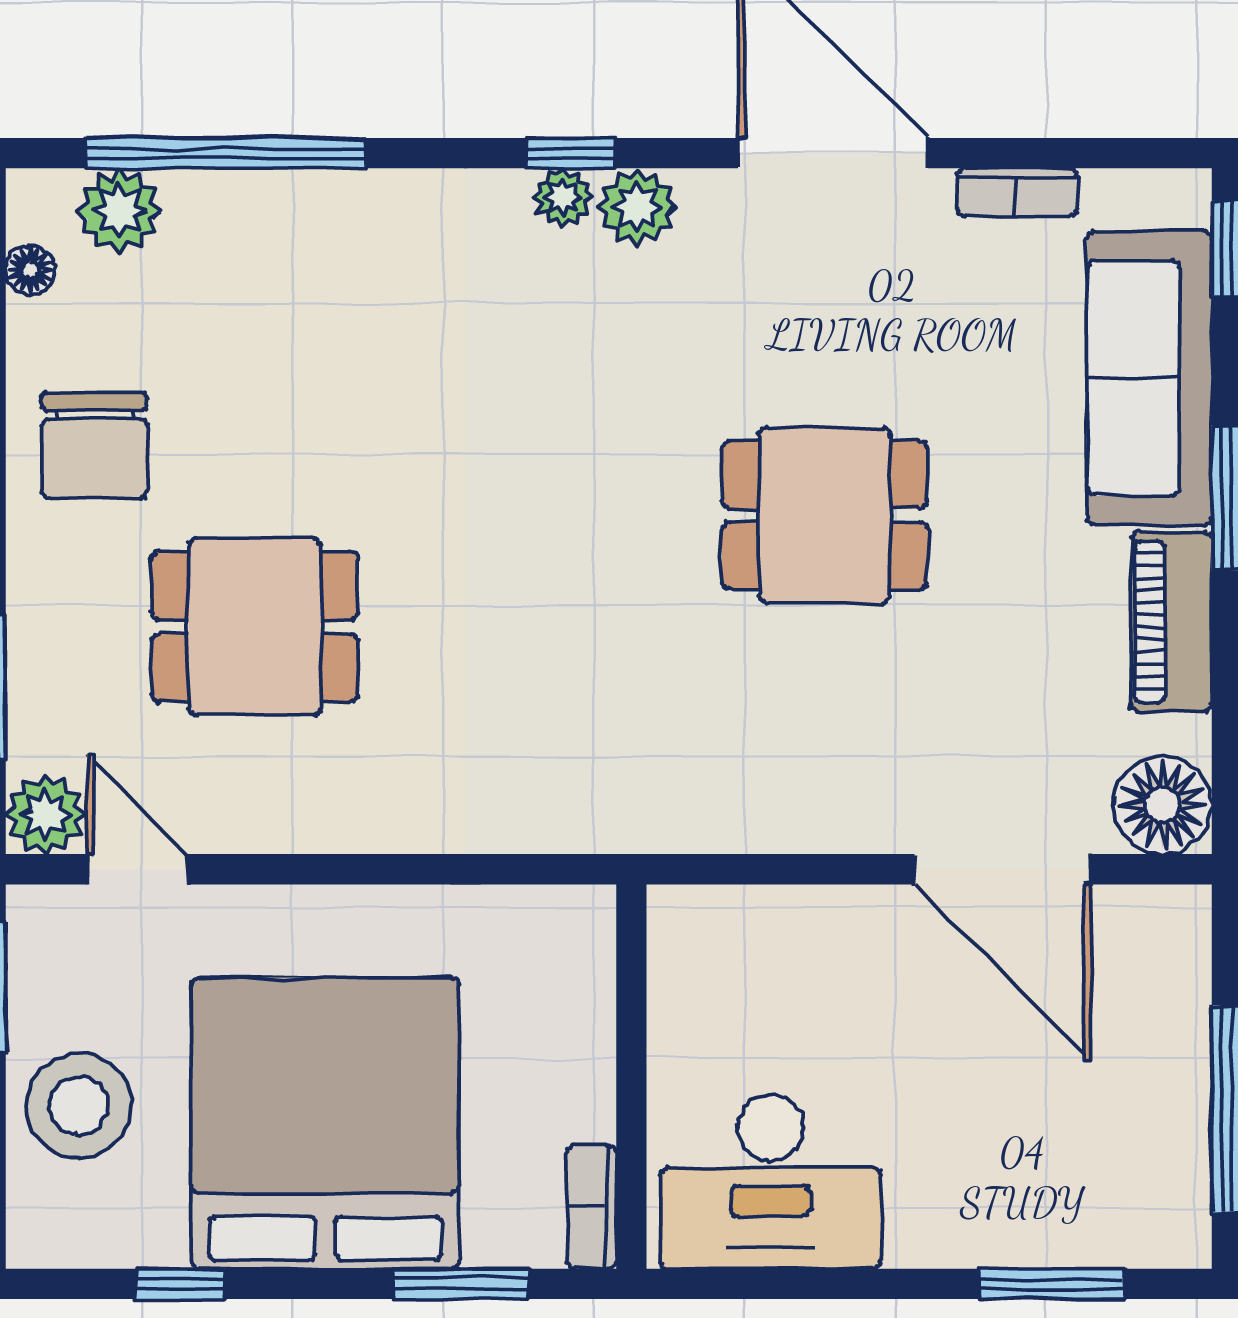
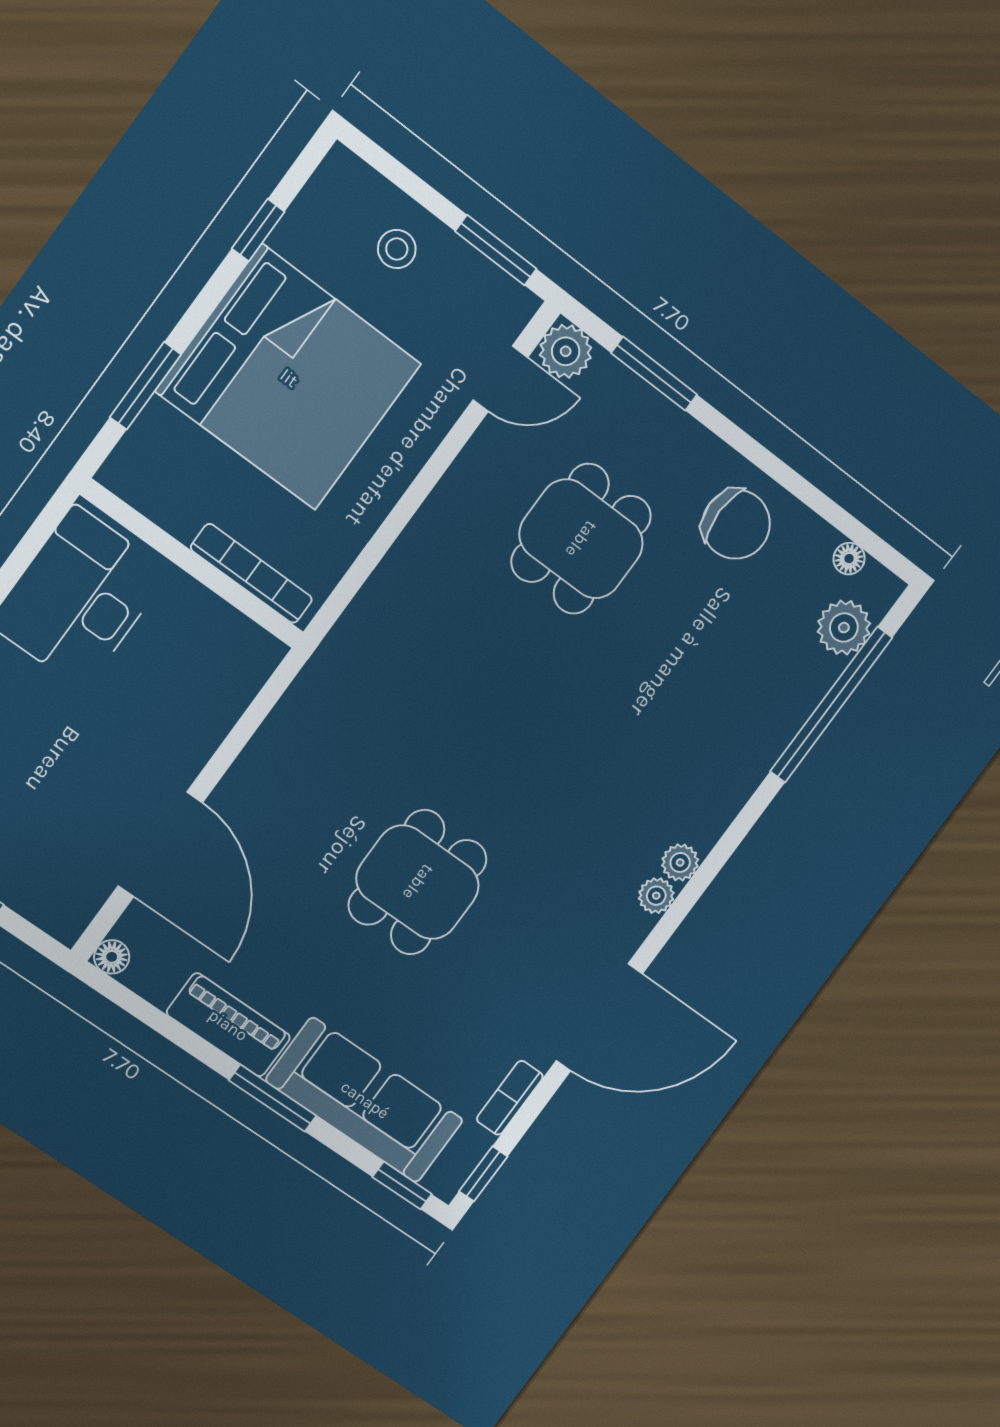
window: (571, 153) -> (483, 1174), moved
plant: (637, 207) -> (656, 896), width x0.73, depth x0.73
chair: (94, 446) -> (736, 524), turned 180
floor lamp: (1163, 805) -> (112, 957), width x0.53, depth x0.53
door: (1003, 869) -> (160, 844), swing flipped
stool: (79, 1106) -> (397, 249), width x0.53, depth x0.53
bookcase: (592, 1207) -> (252, 574), moved, width x1.56

